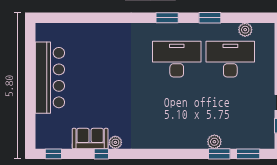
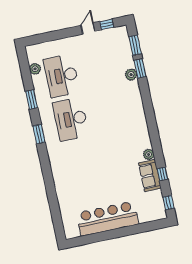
window: (101, 154) -> (162, 174), moved

